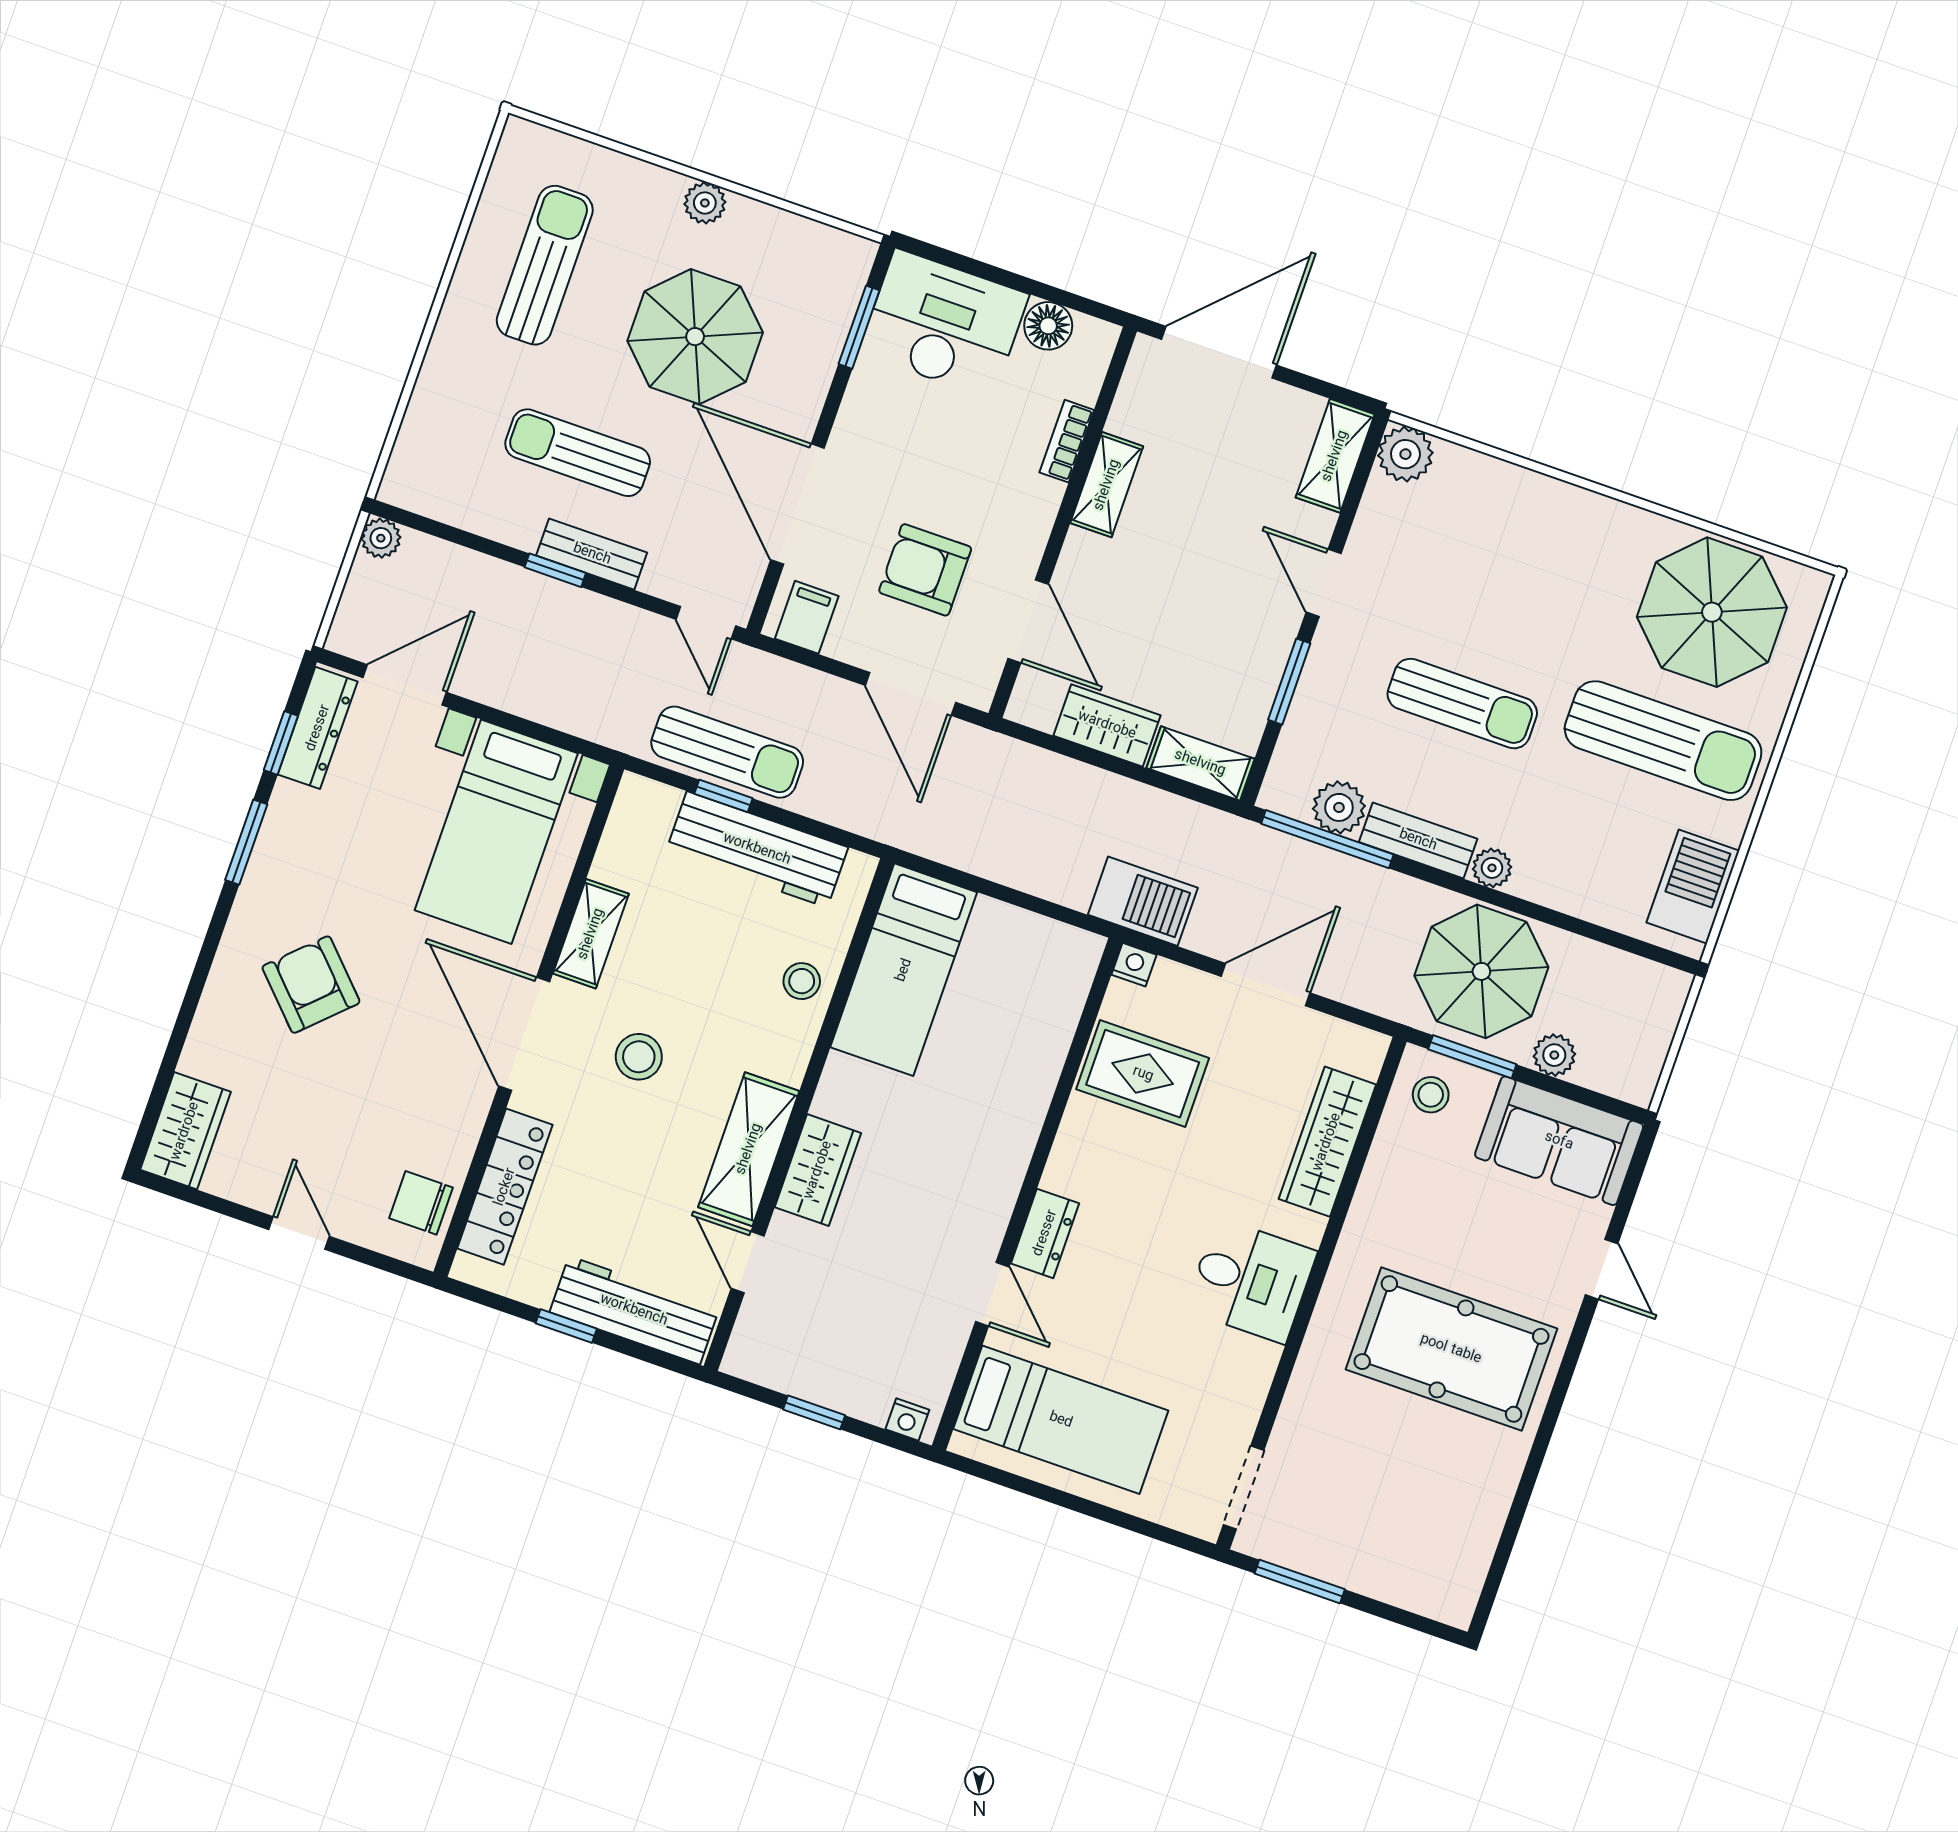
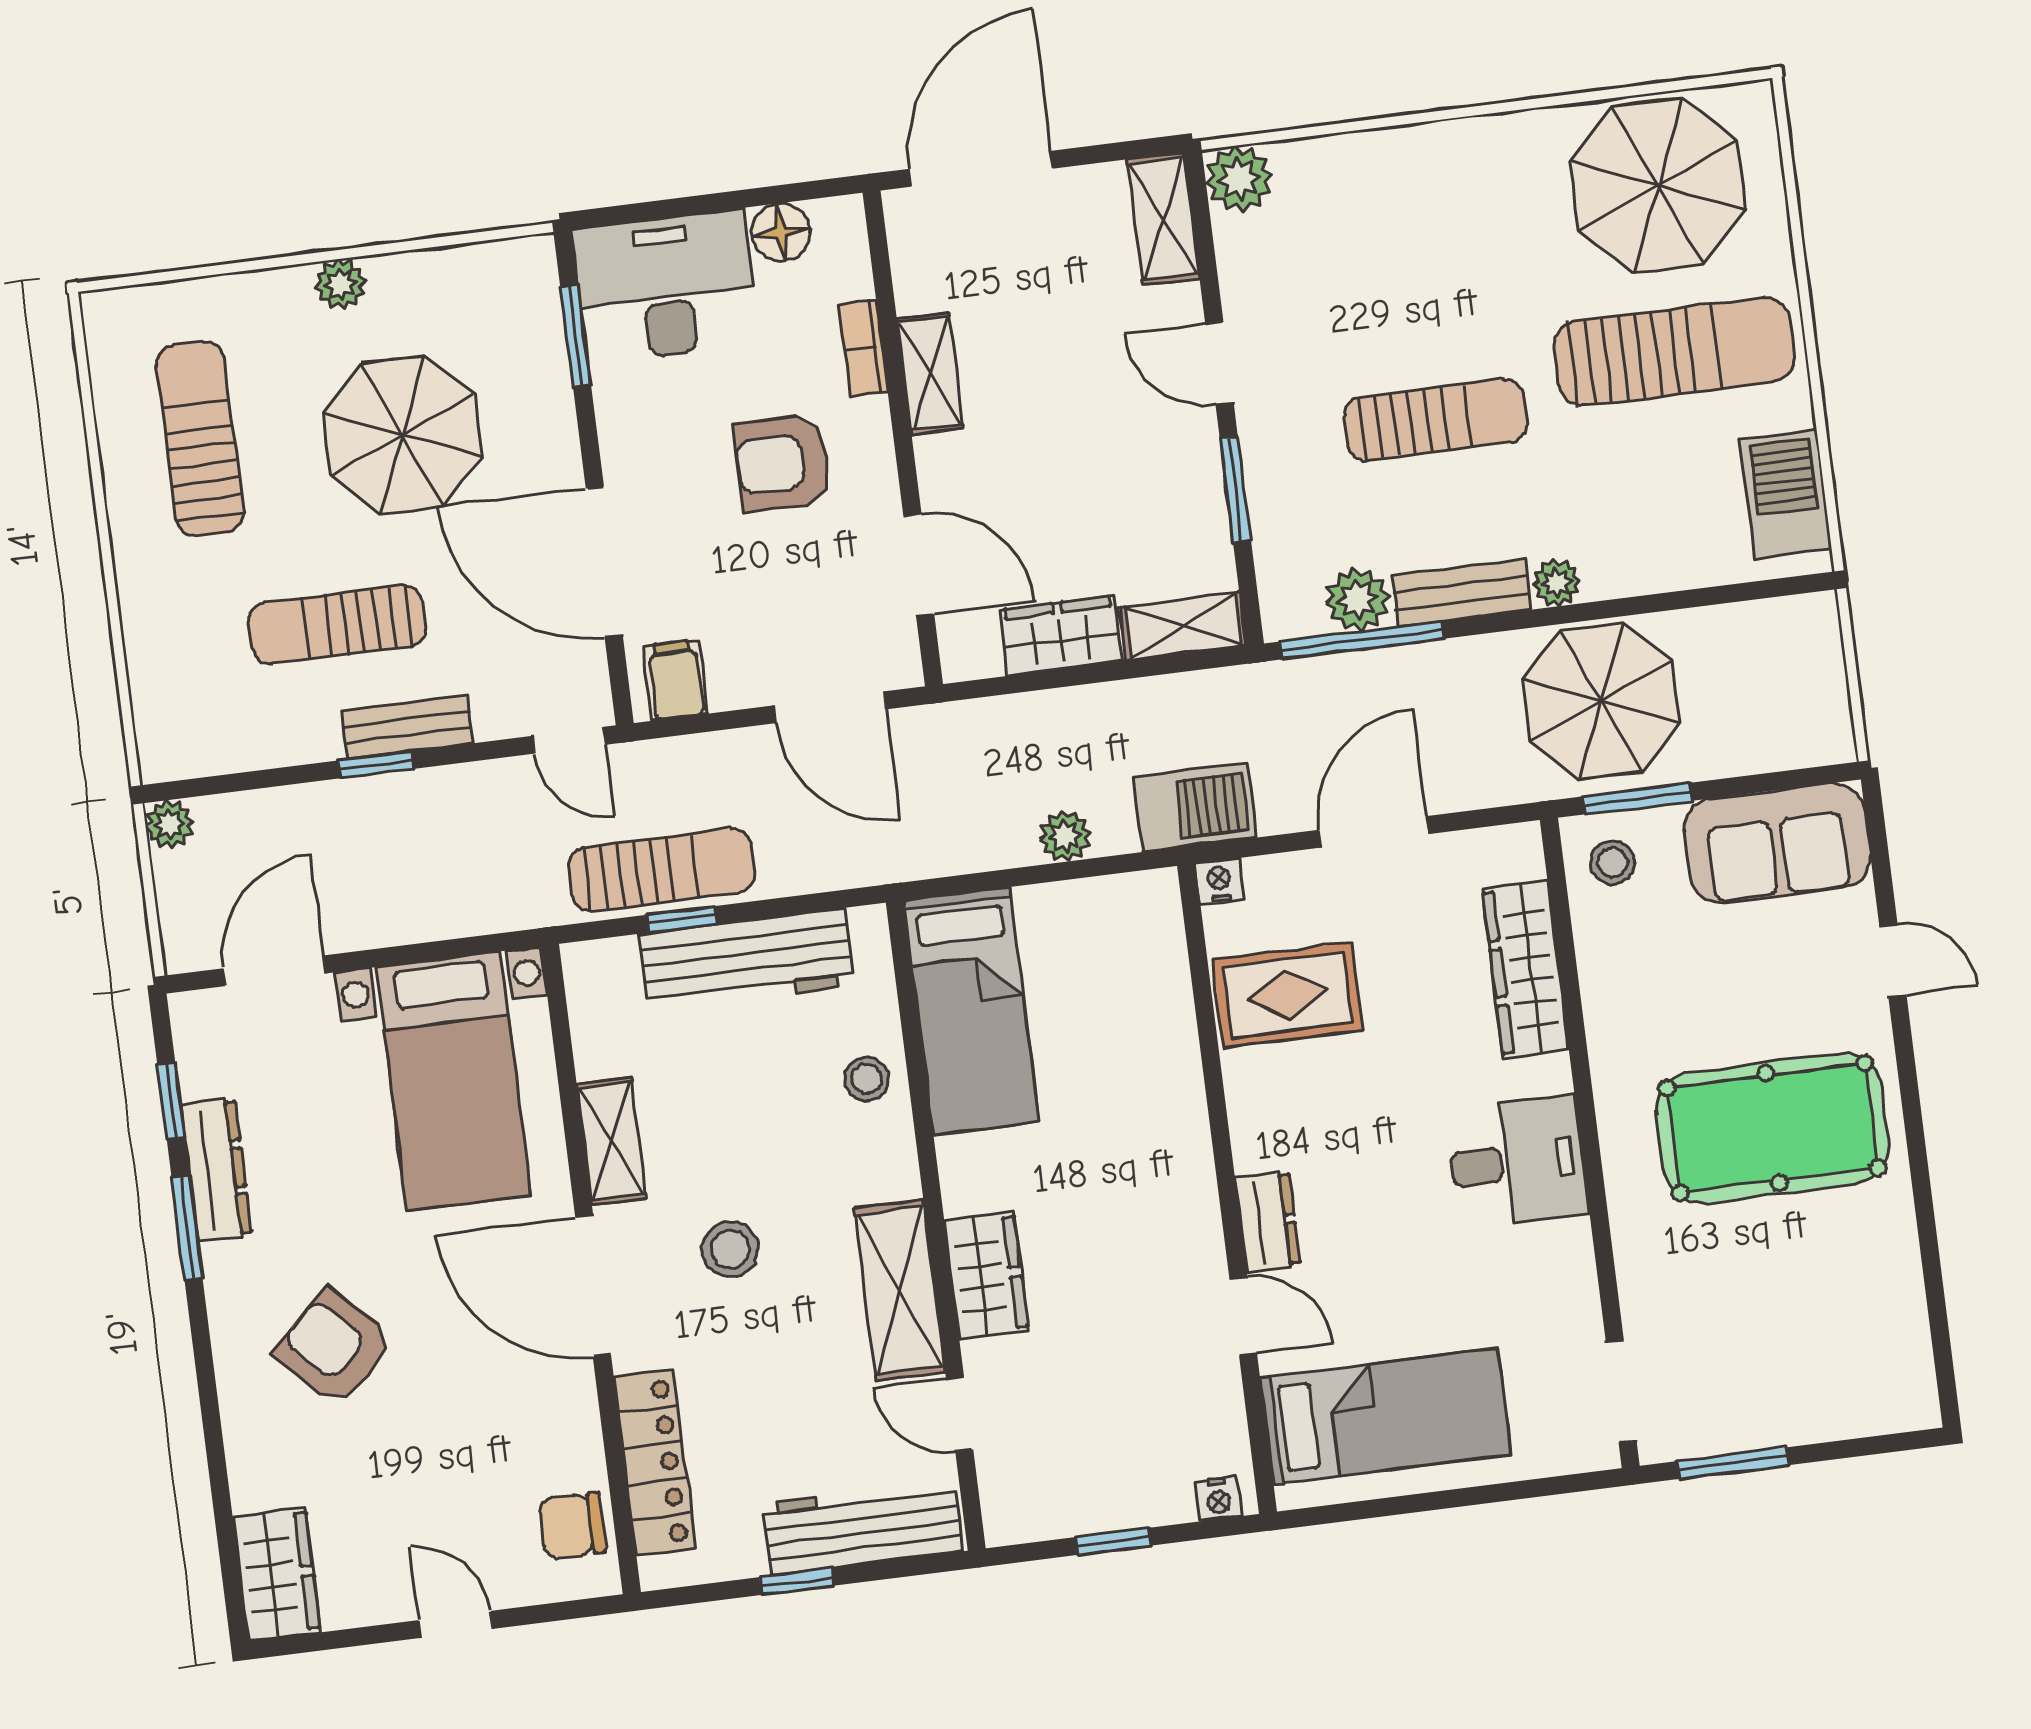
armchair: (925, 570) -> (783, 463), moved
dresser: (318, 728) -> (216, 1170), moved
plant: (1554, 1055) -> (1065, 836), moved

